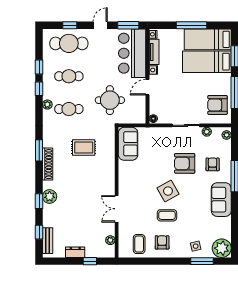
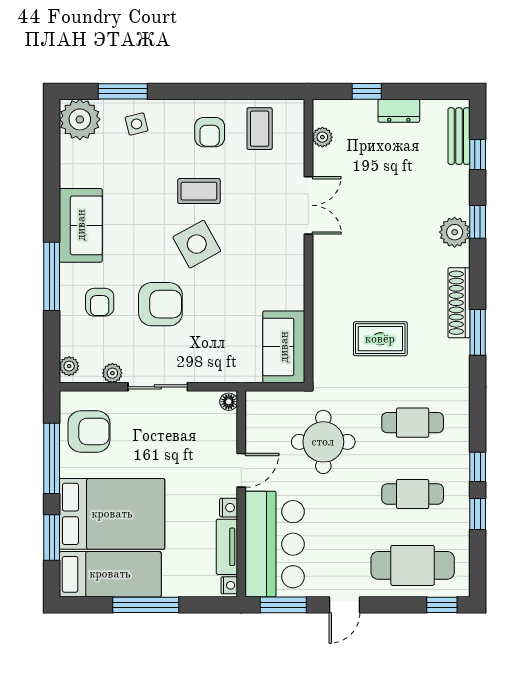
window: (70, 25) -> (442, 605), moved
bed: (207, 62) -> (112, 514), width x1.50
plant: (47, 105) -> (460, 432), removed

